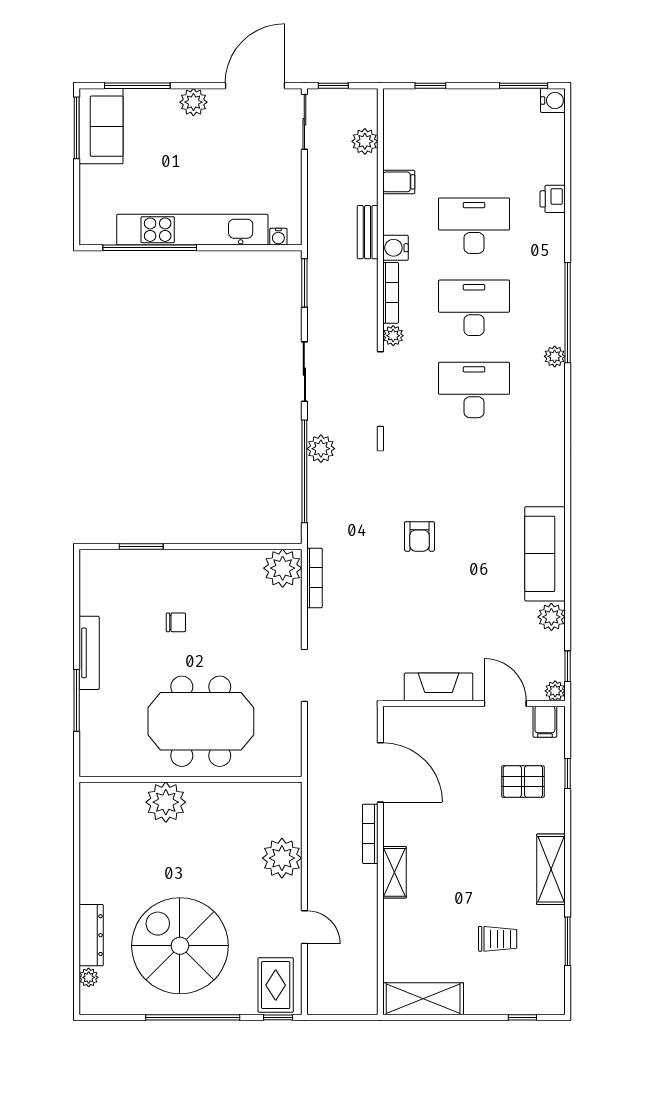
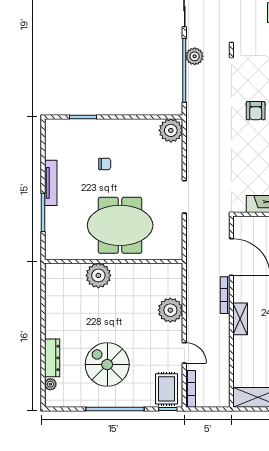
bookcase: (315, 578) -> (191, 389), moved
spiral stairs: (180, 946) -> (107, 365), width x0.73, depth x0.73

